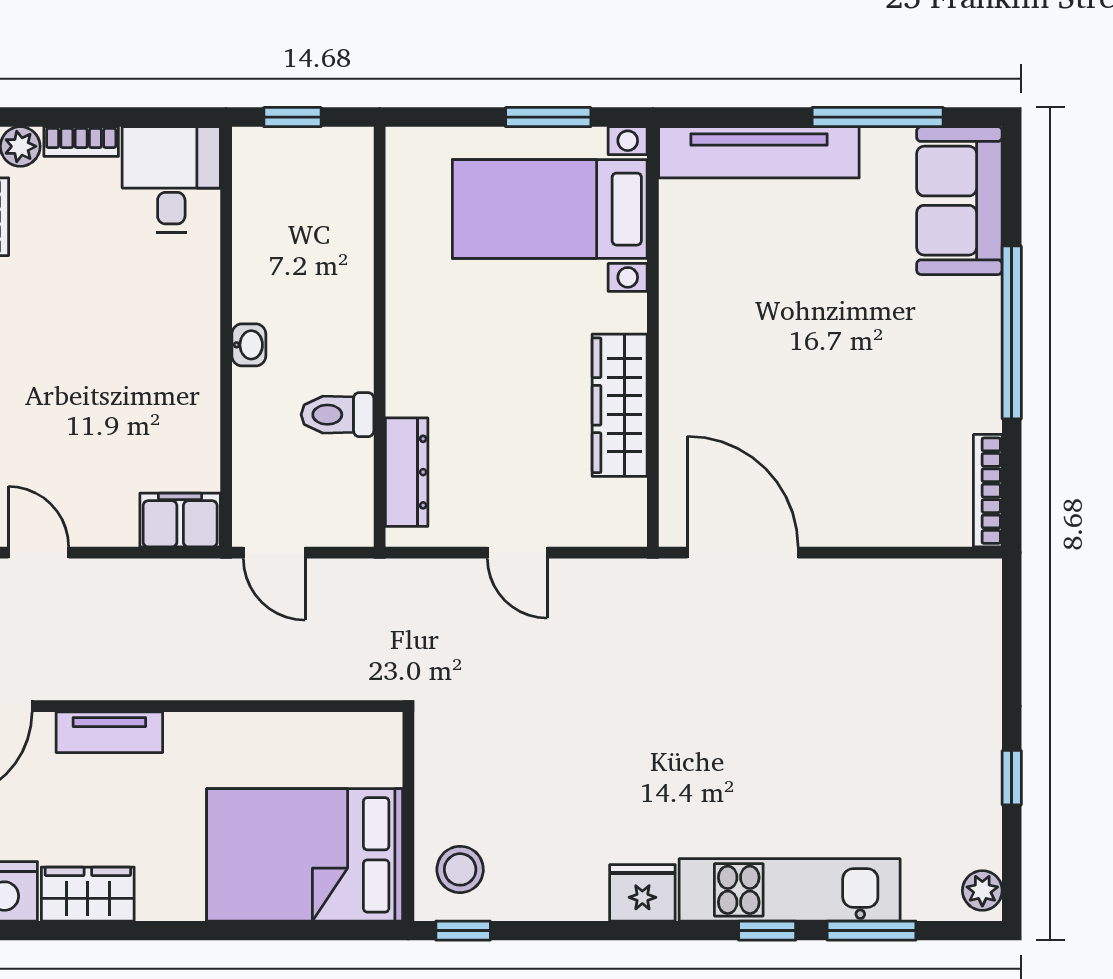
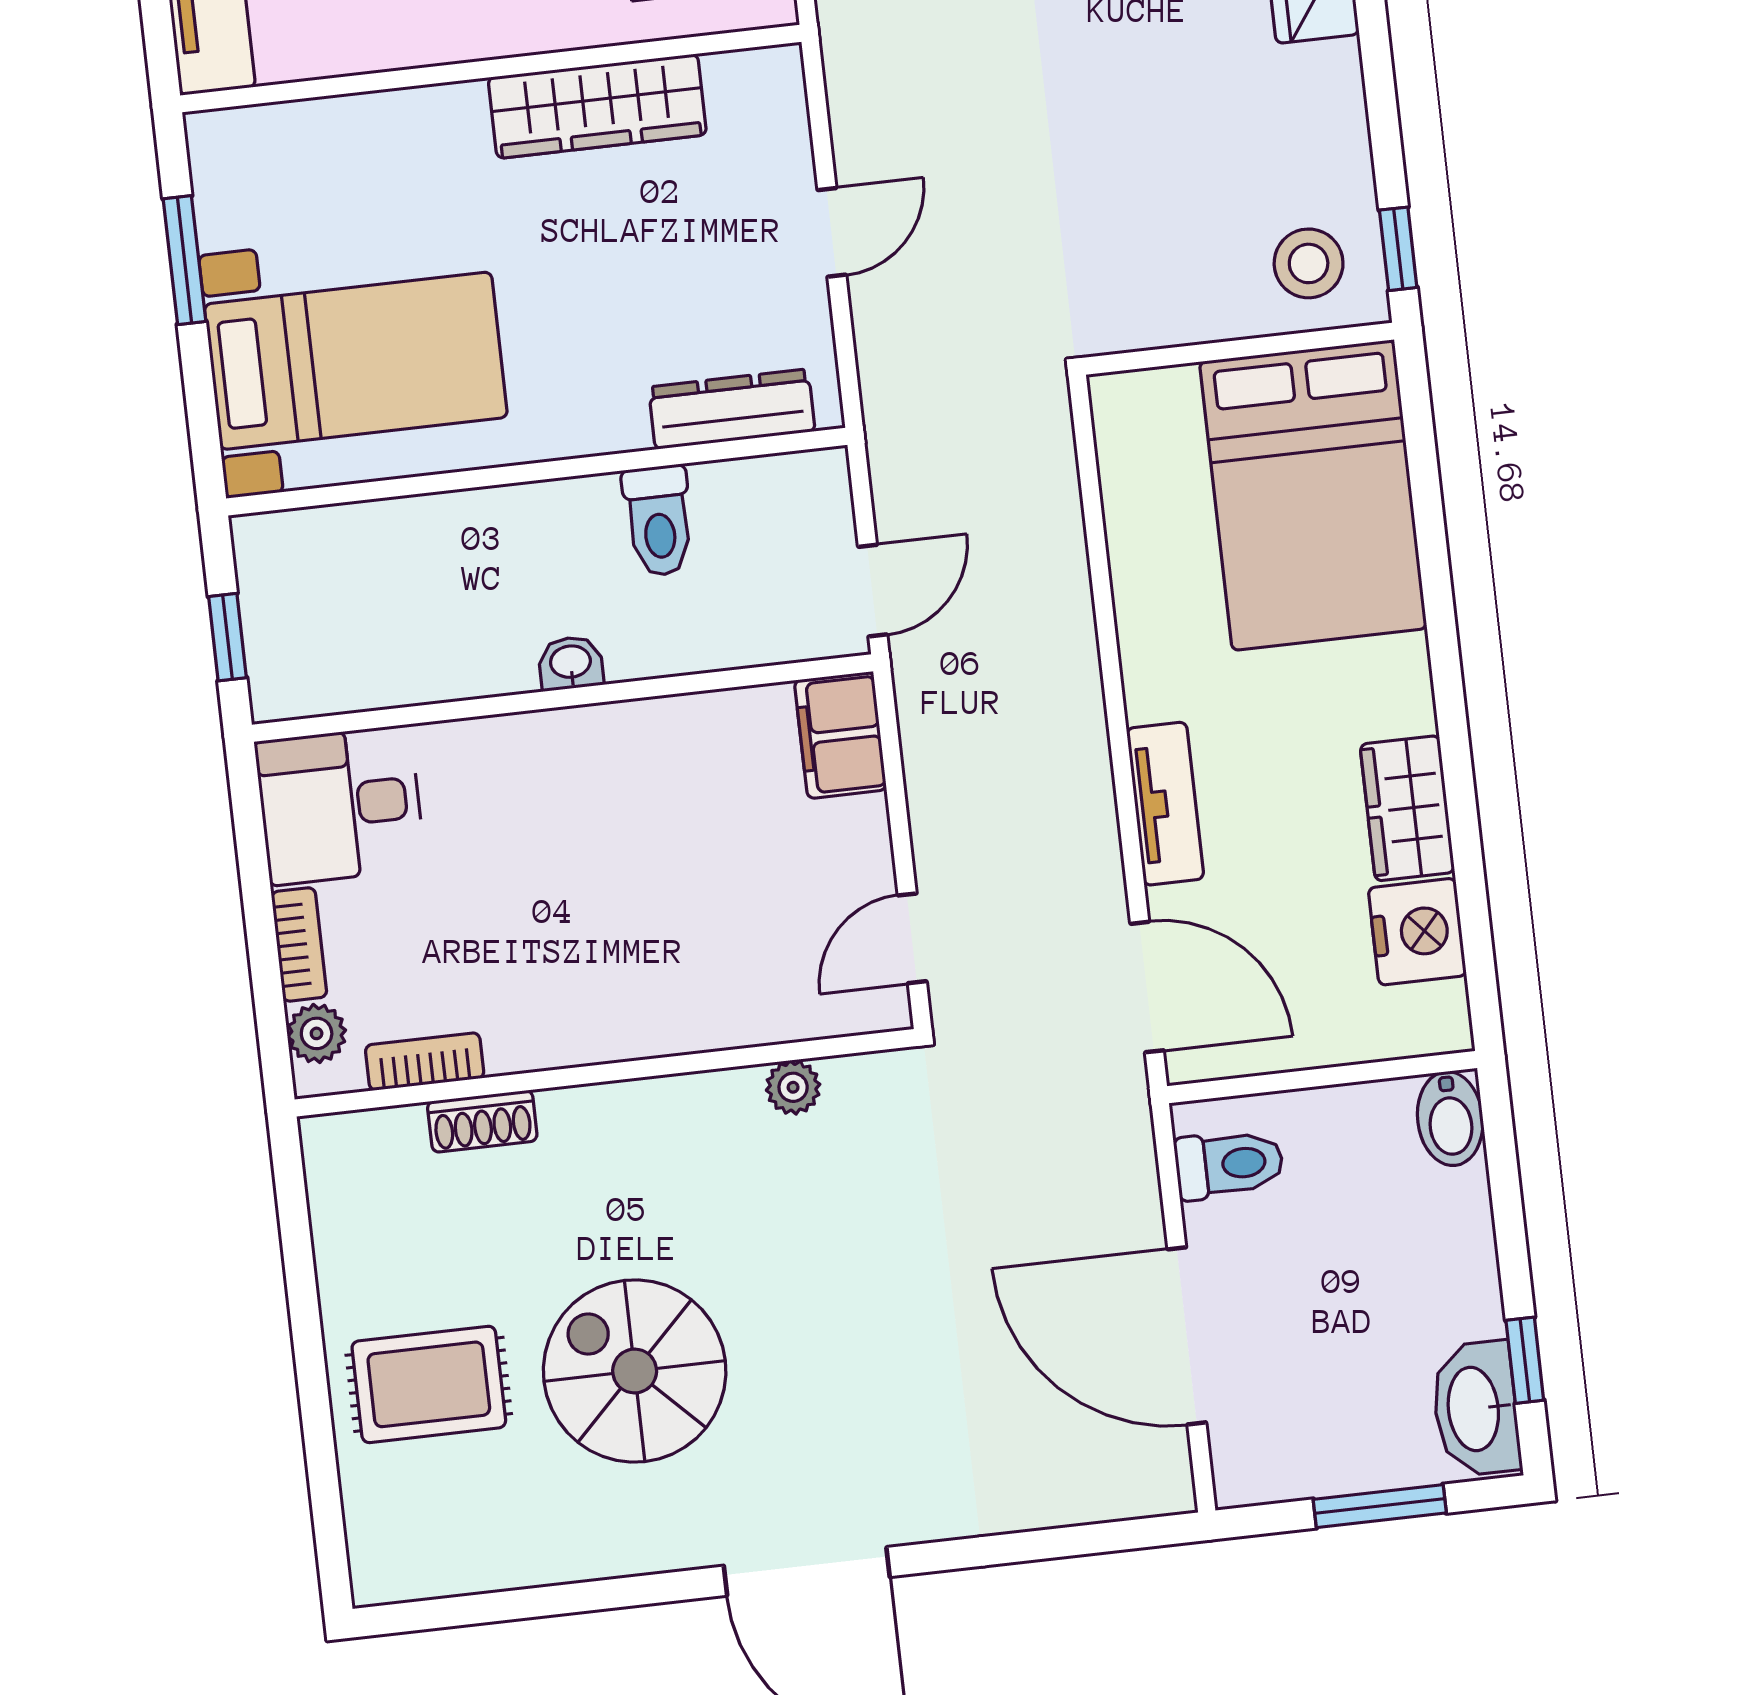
bed with nightstands: (550, 209) -> (356, 361), moved, turned -90

